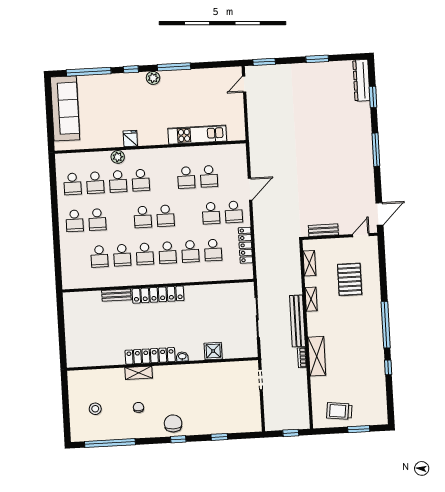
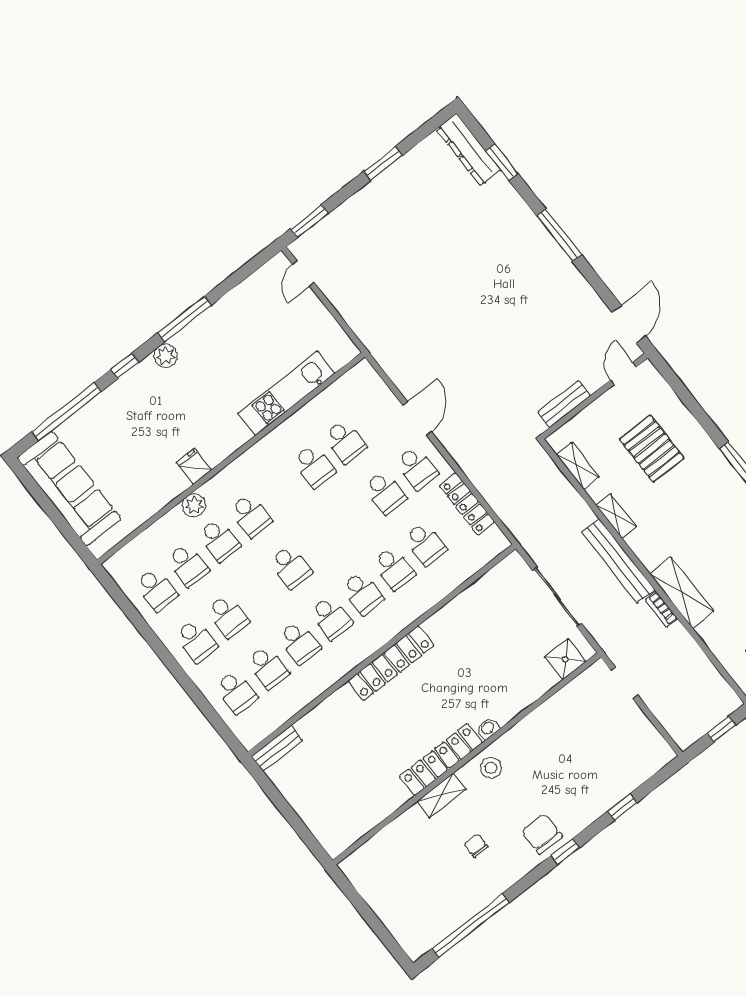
school desk: (166, 216) -> (236, 692), moved
bench: (116, 295) -> (277, 748), moved
shower: (213, 351) -> (565, 659), moved
stool: (95, 409) -> (491, 768), moved

